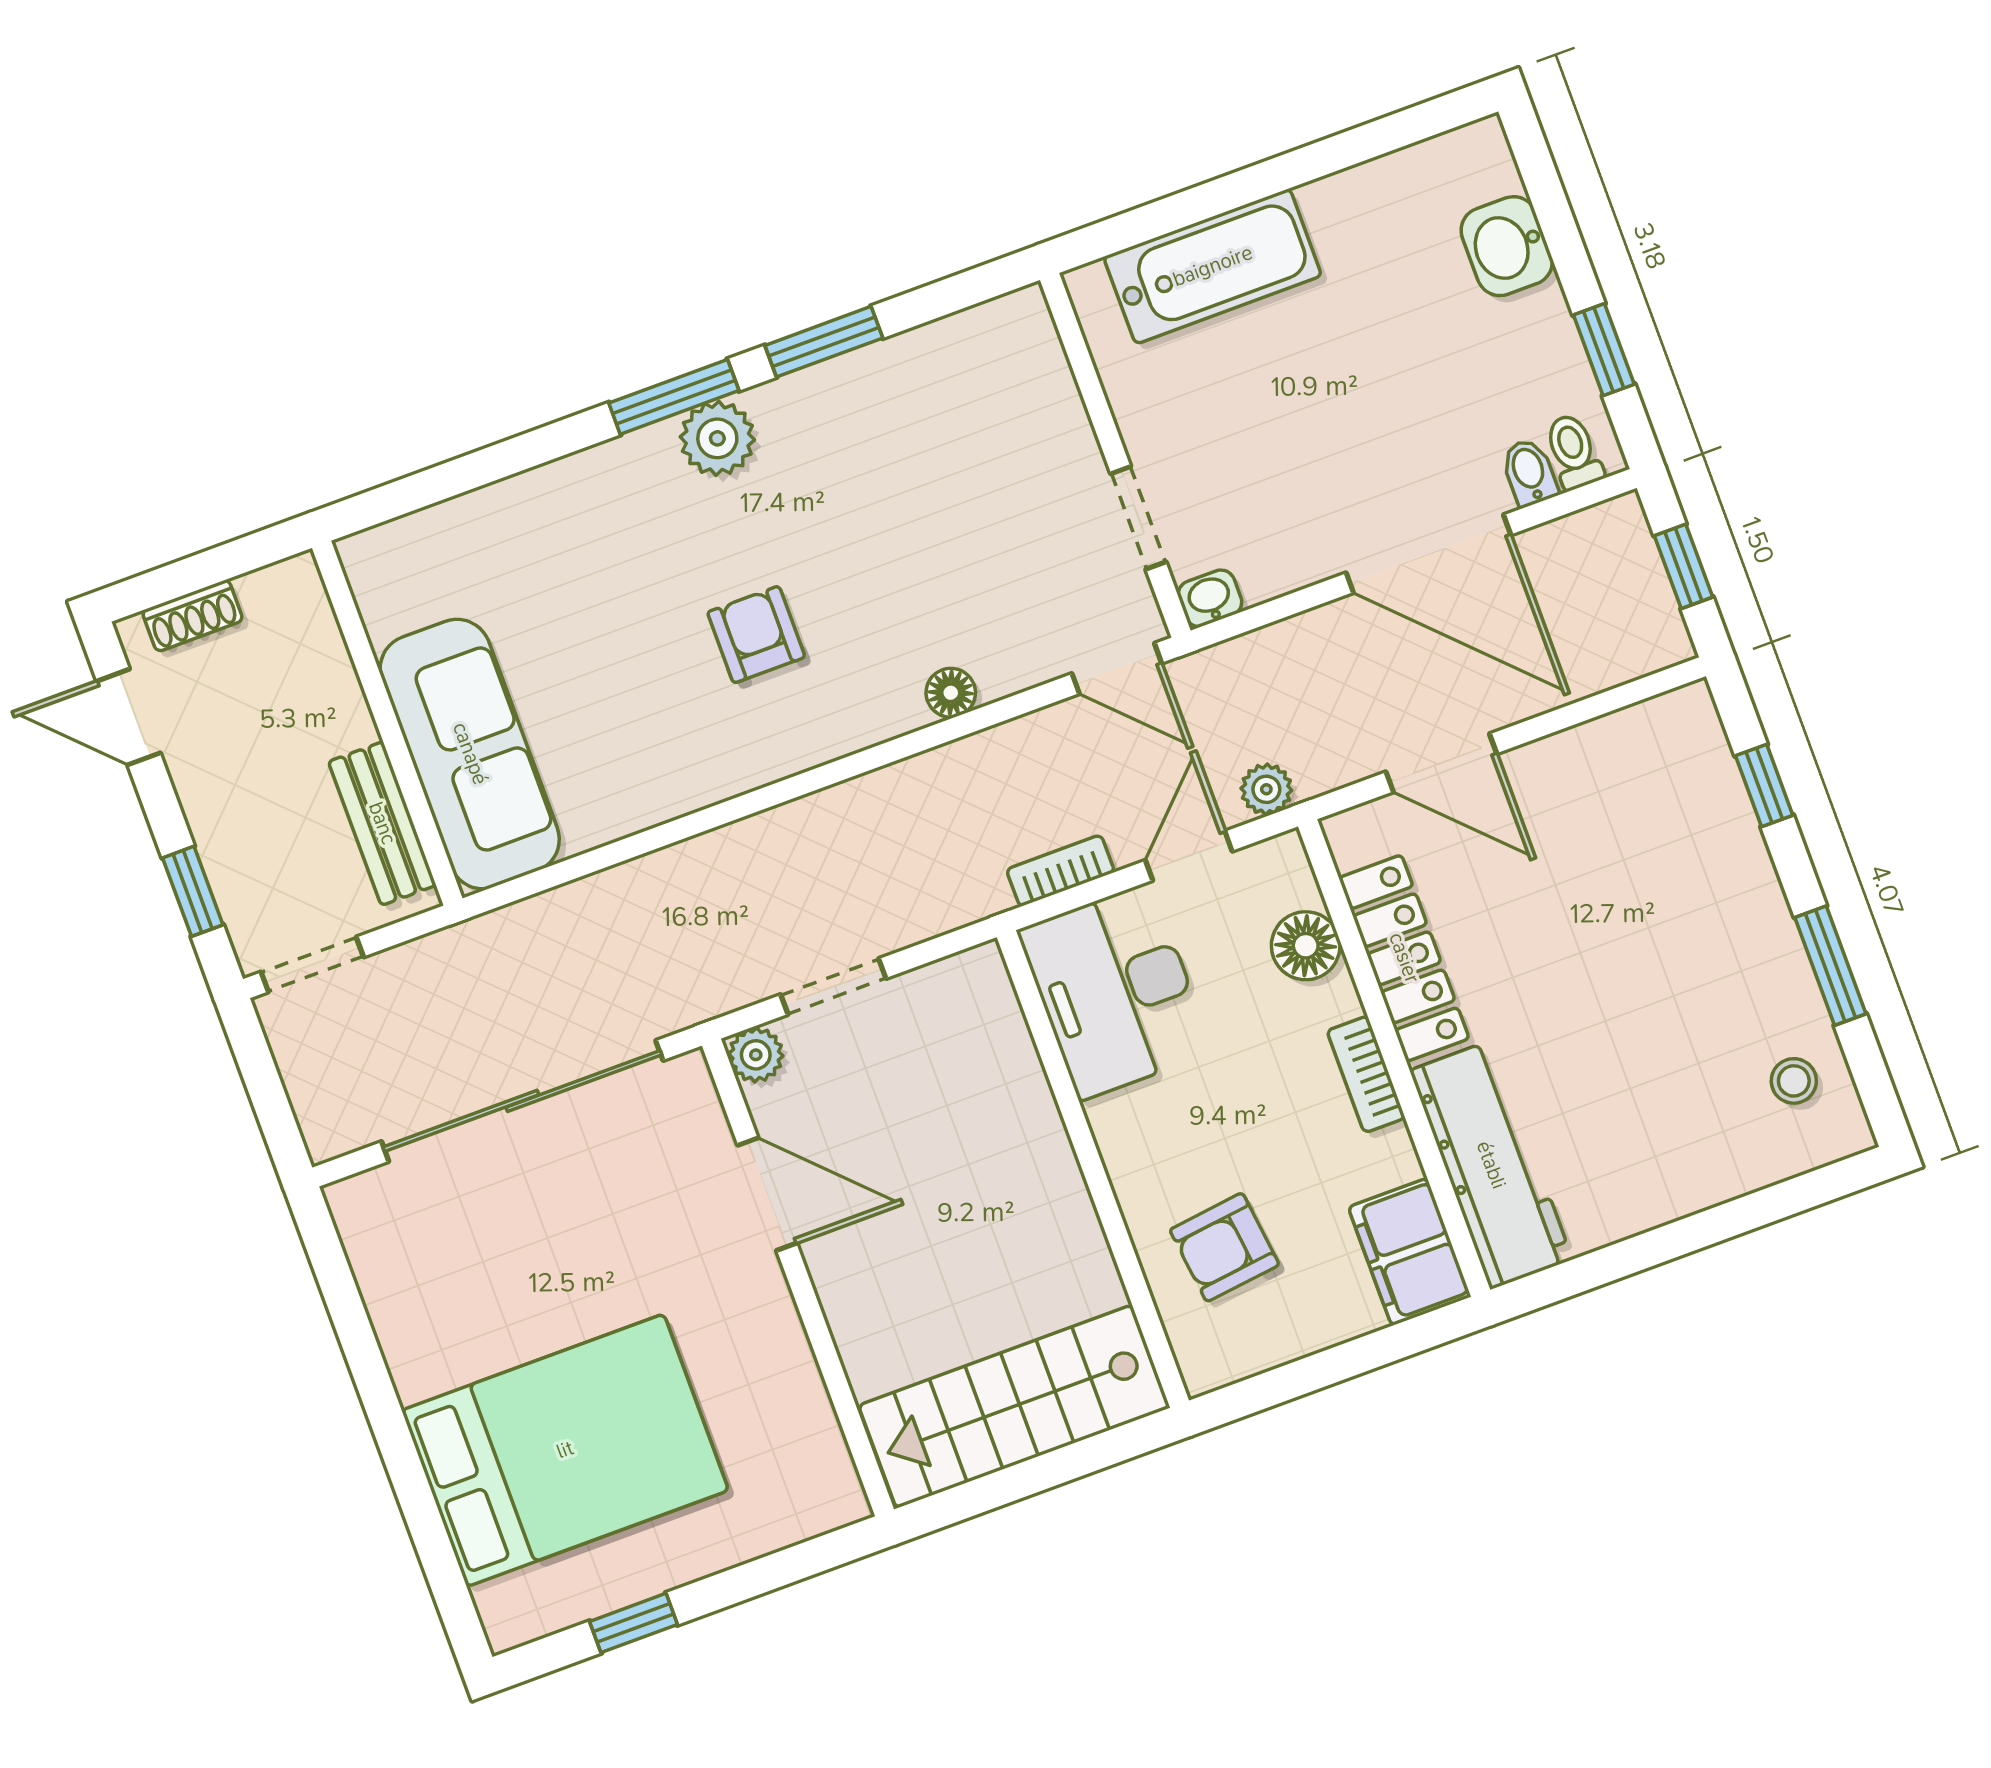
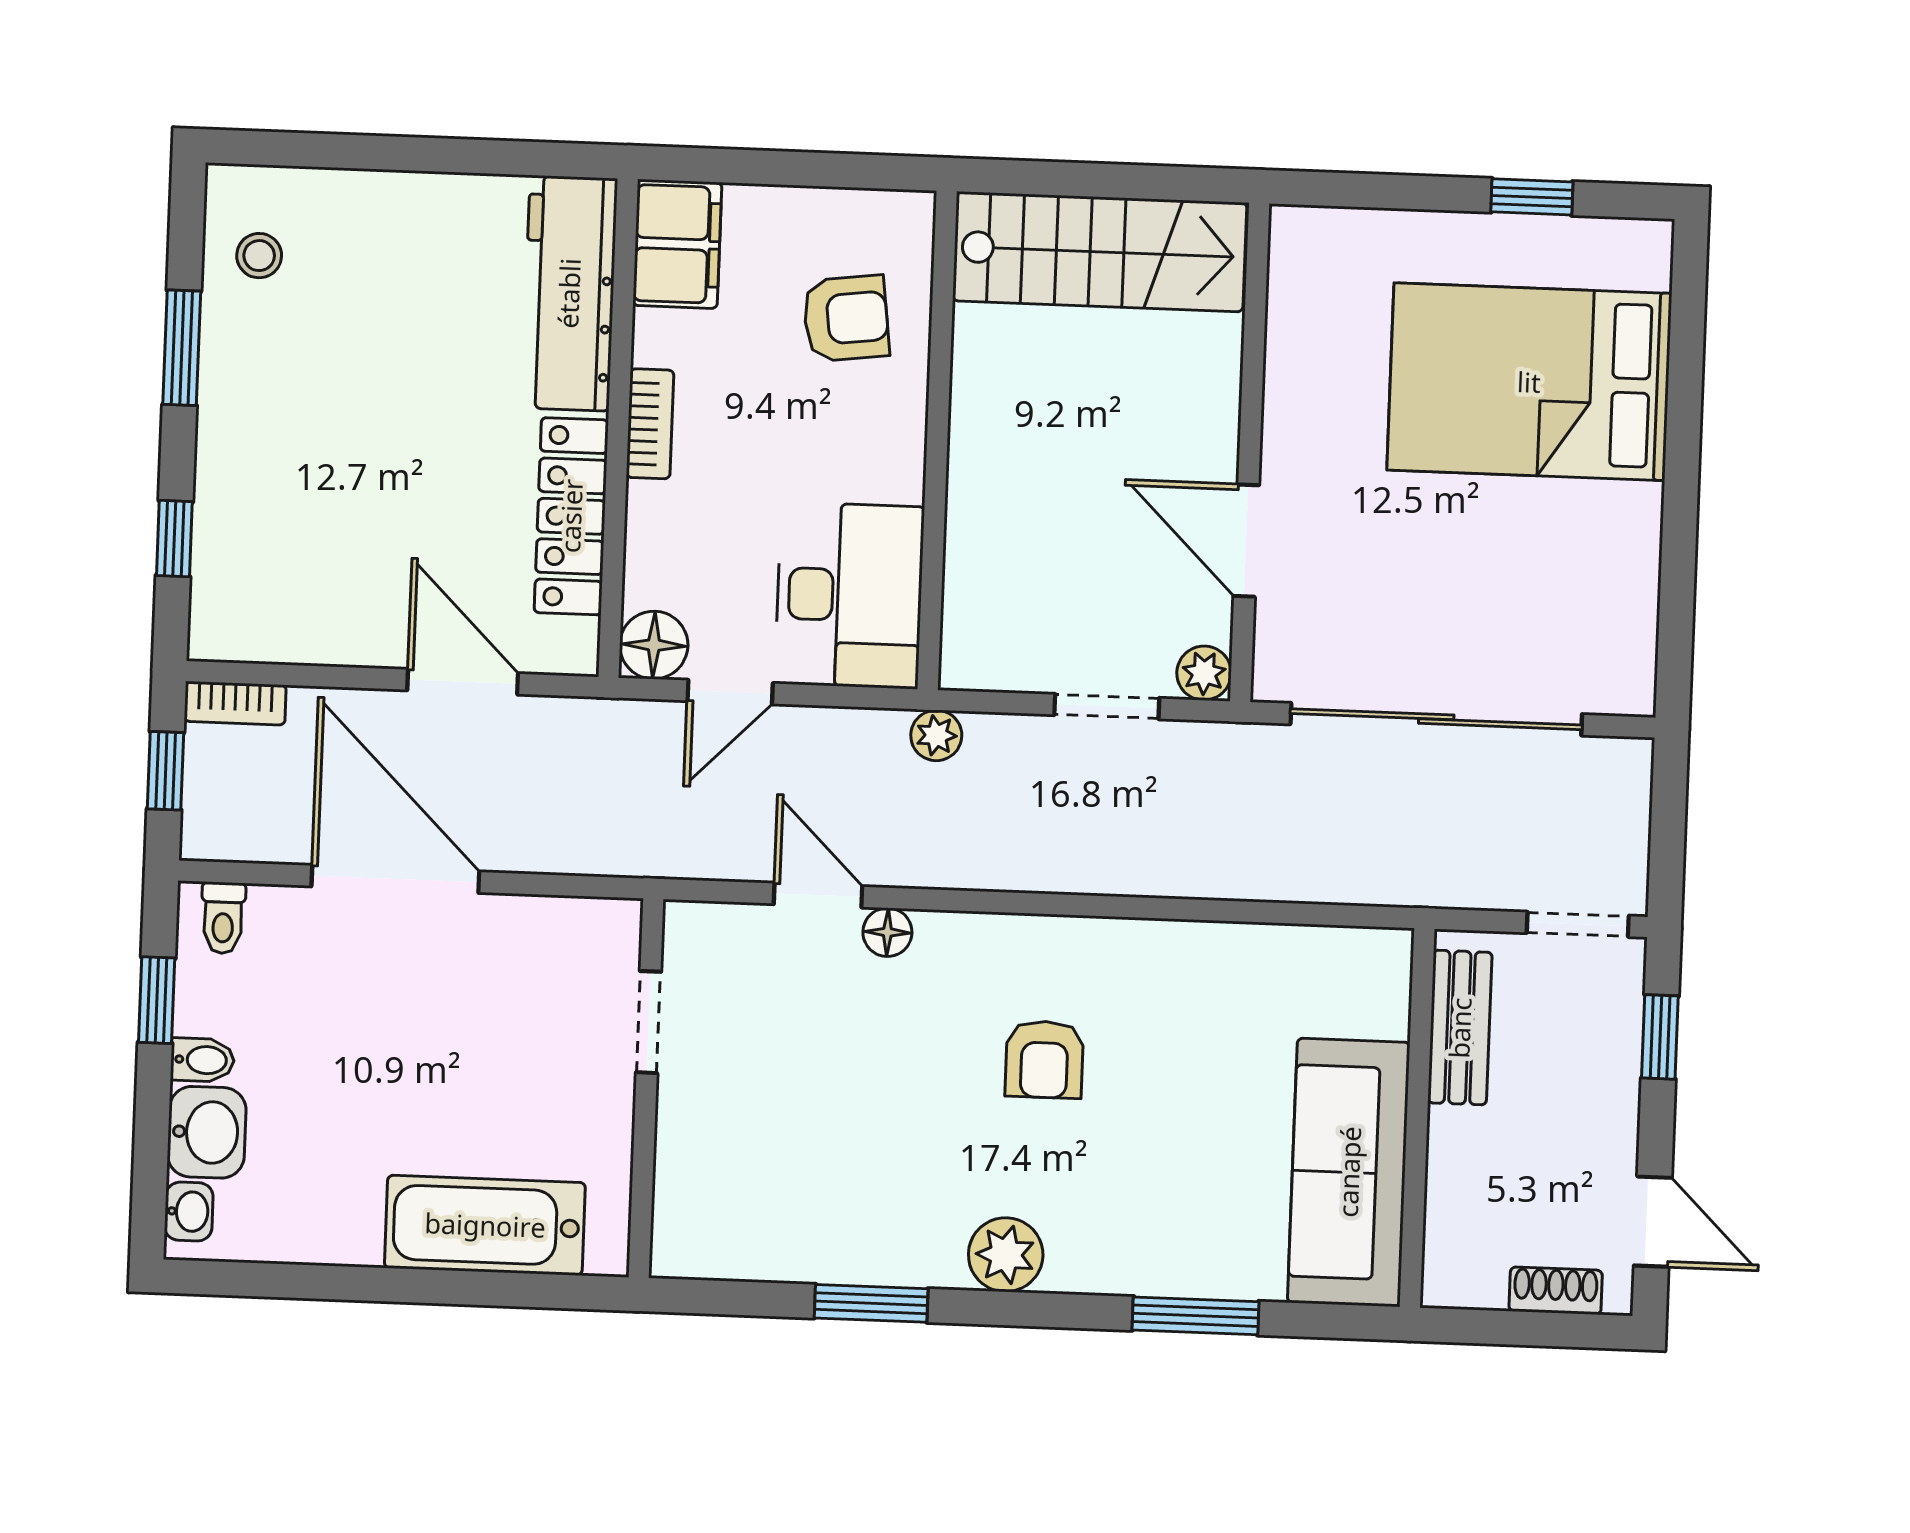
window: (674, 397) -> (1196, 1316), moved
bidet: (1529, 472) -> (202, 1060), moved, turned -90
washbasin: (1210, 598) -> (189, 1212), moved, turned -90
door: (1117, 668) -> (818, 895), moved
sofa: (470, 754) -> (1349, 1172), moved
plant: (1266, 789) -> (936, 735), moved
bookcase: (1060, 871) -> (235, 703), moved
floor lamp: (1306, 946) -> (654, 645), moved

